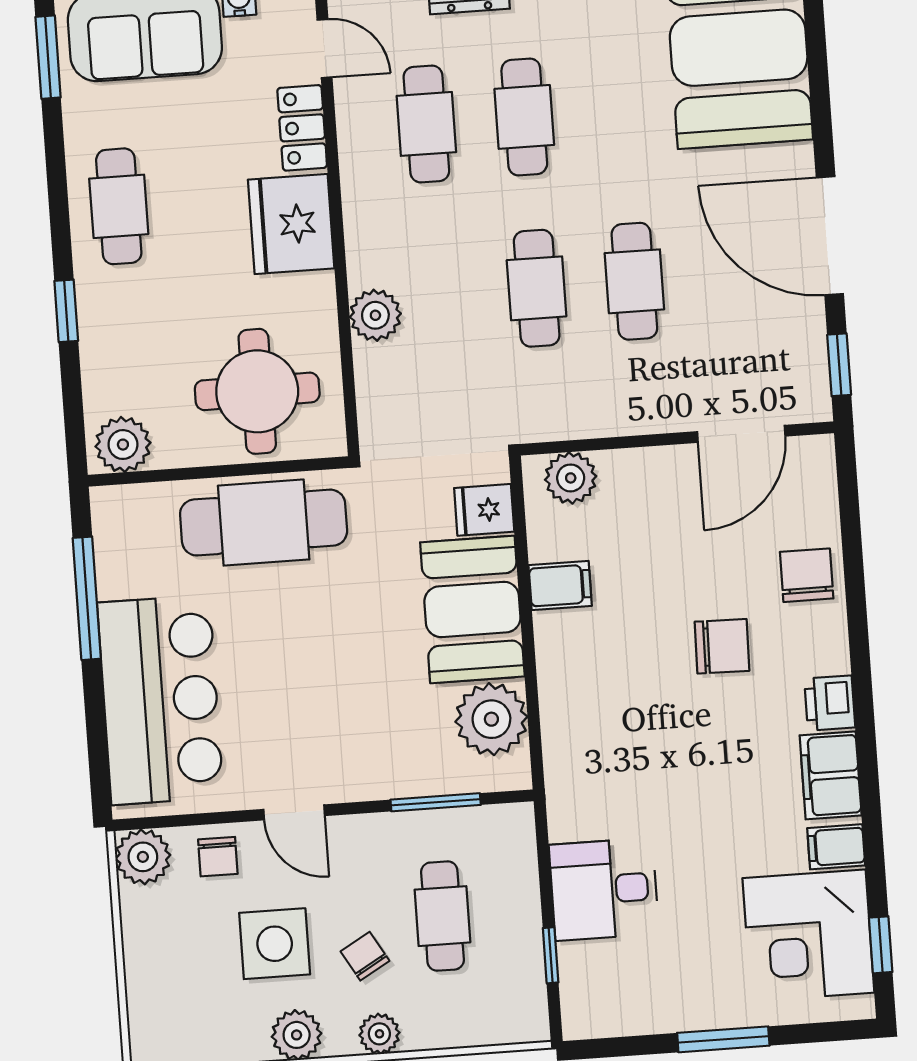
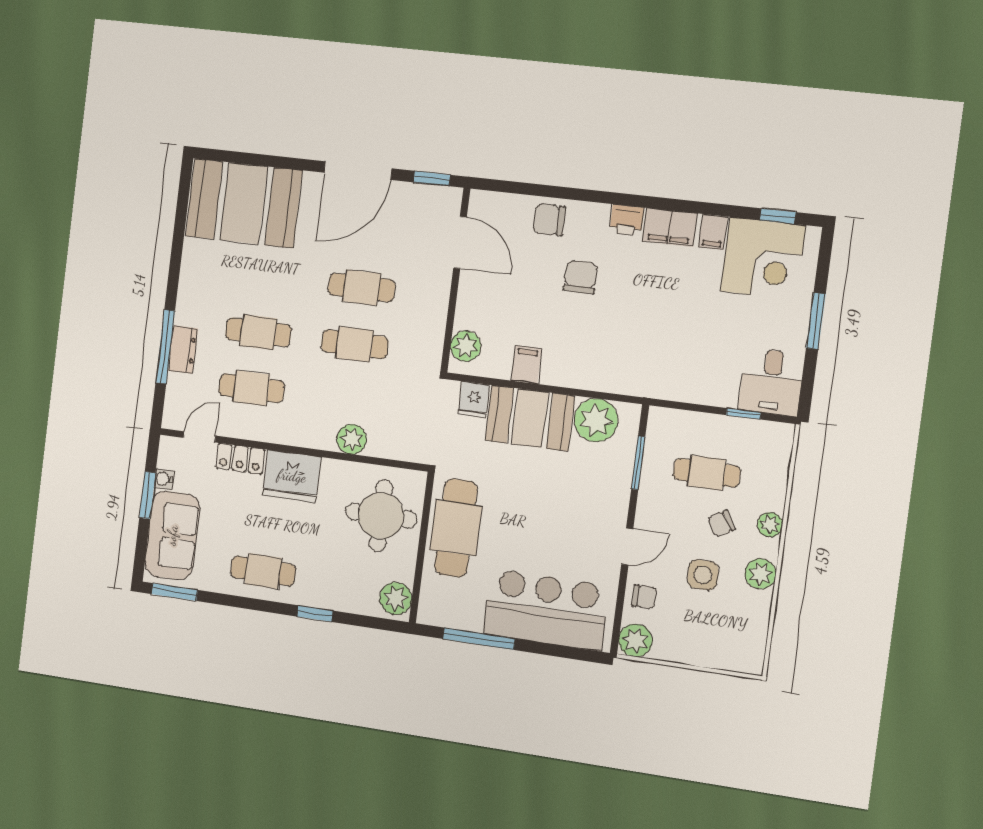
desk: (604, 889) -> (771, 382), moved
side table: (275, 944) -> (703, 575), width x0.73, depth x0.73

